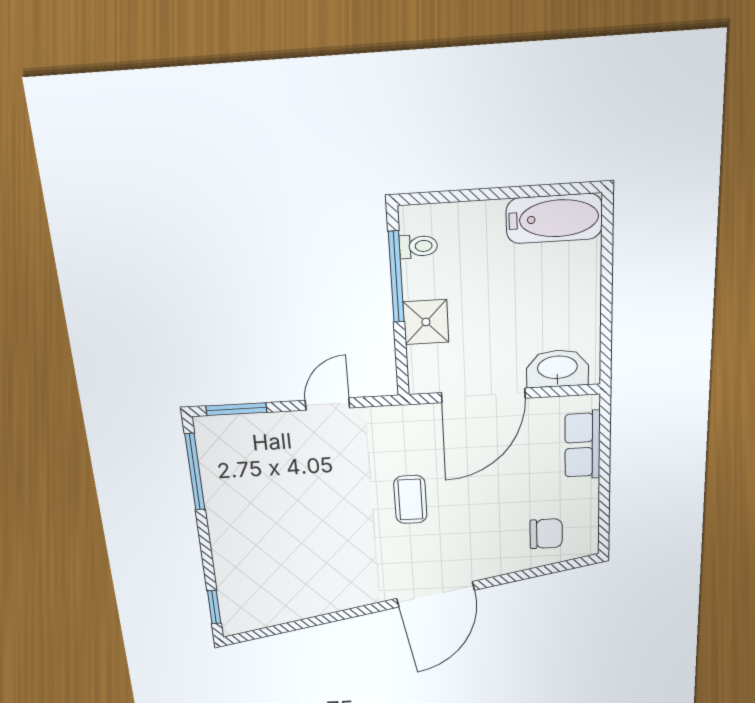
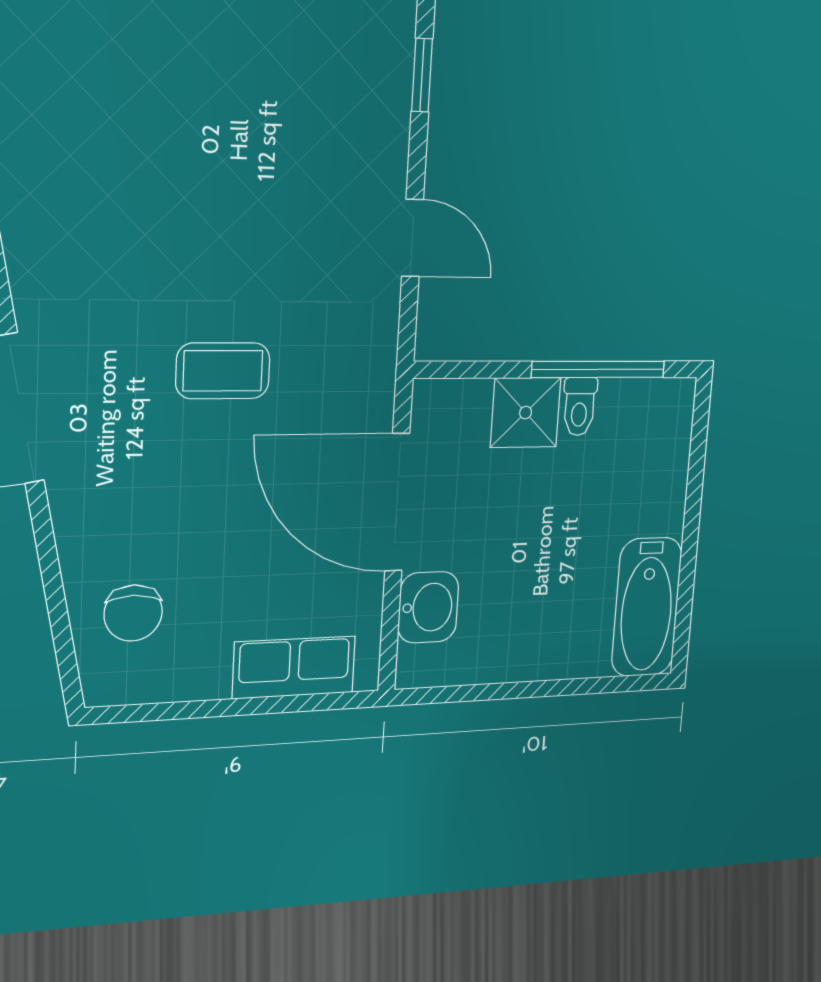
toilet: (418, 246) -> (579, 406), moved
washbasin: (557, 368) -> (428, 607), width x0.72
window: (236, 409) -> (422, 75), width x0.67

